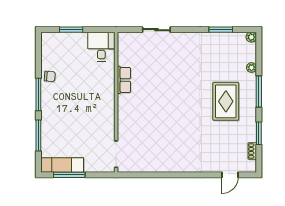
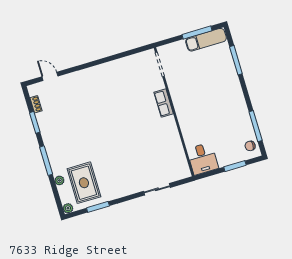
chair: (50, 76) -> (250, 146), moved
row of seats: (124, 80) -> (164, 103), moved
window: (38, 94) -> (256, 126), moved
rug: (226, 101) -> (84, 183), moved
door: (230, 175) -> (50, 76), hinge flipped

